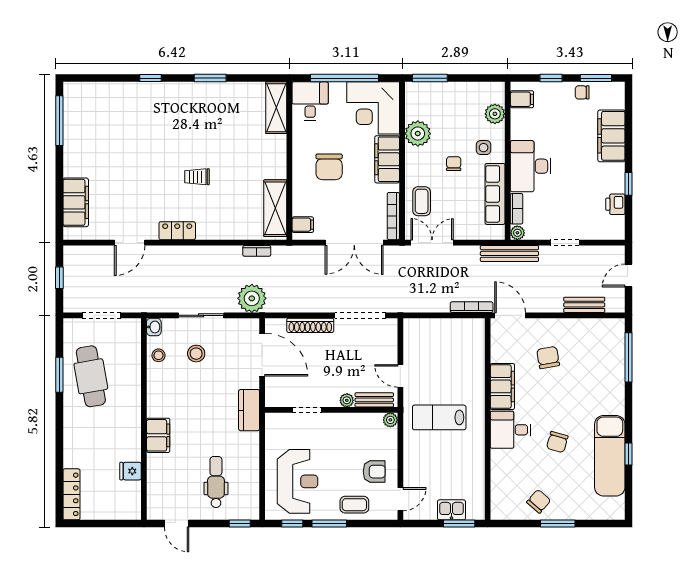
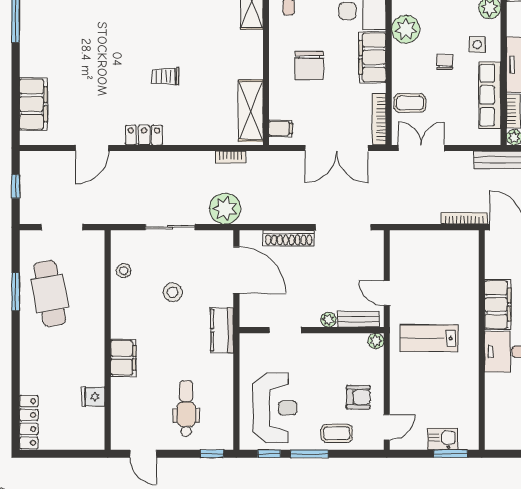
coffee table: (422, 201) -> (410, 103), turned 90
washbasin: (154, 327) -> (118, 240), removed
stool: (196, 354) -> (173, 292), moved

